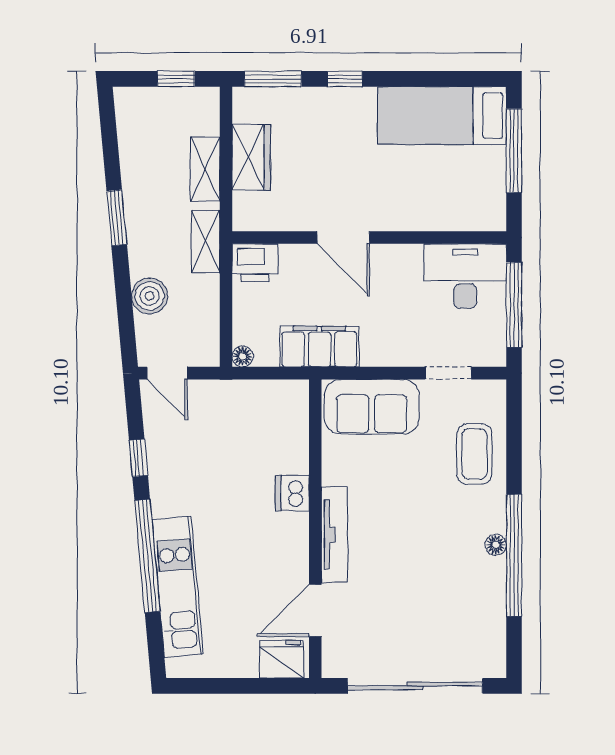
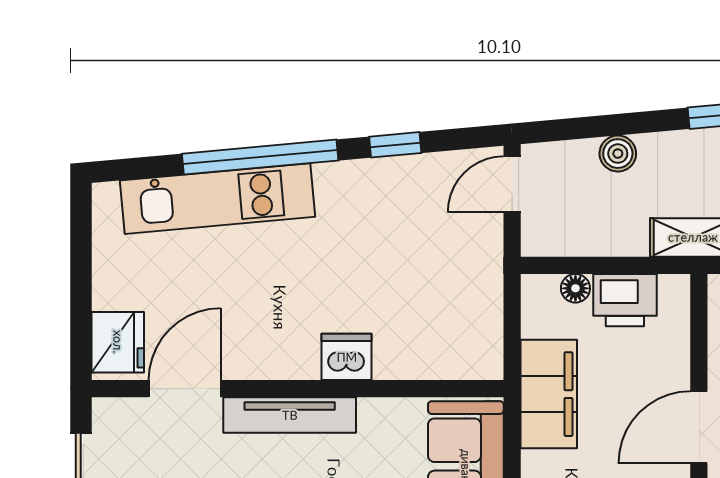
printer: (255, 263) -> (625, 300), moved, turned -90
boiler: (150, 296) -> (618, 154), width x0.73, depth x0.73
floor lamp: (243, 357) -> (575, 288), moved
door: (315, 611) -> (185, 389), hinge flipped

